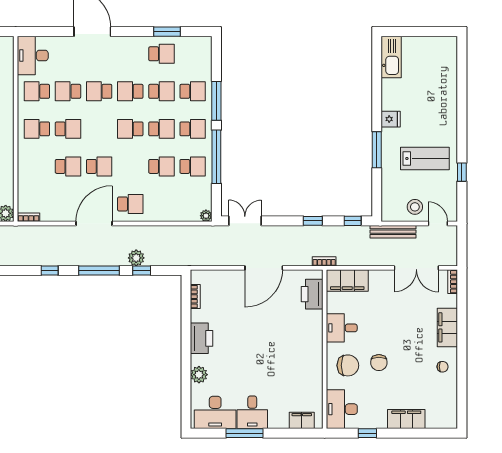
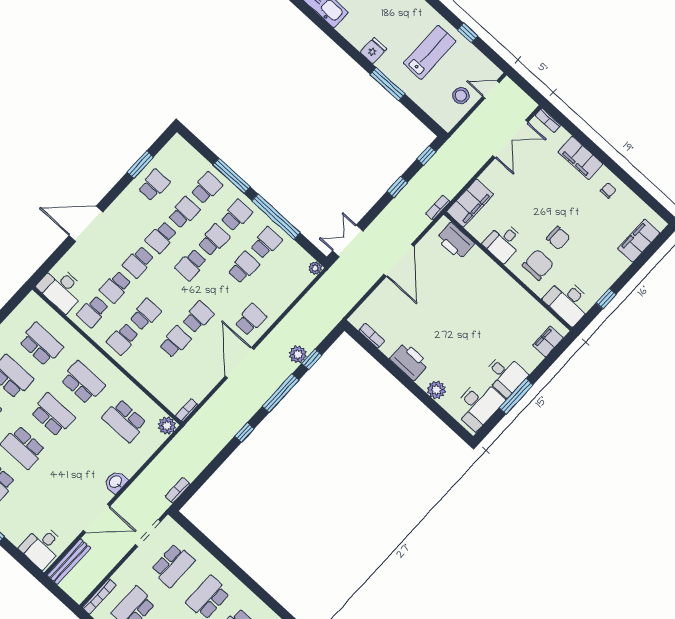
bench: (393, 232) -> (465, 131), removed
filing cabinet: (406, 419) -> (639, 241), moved

